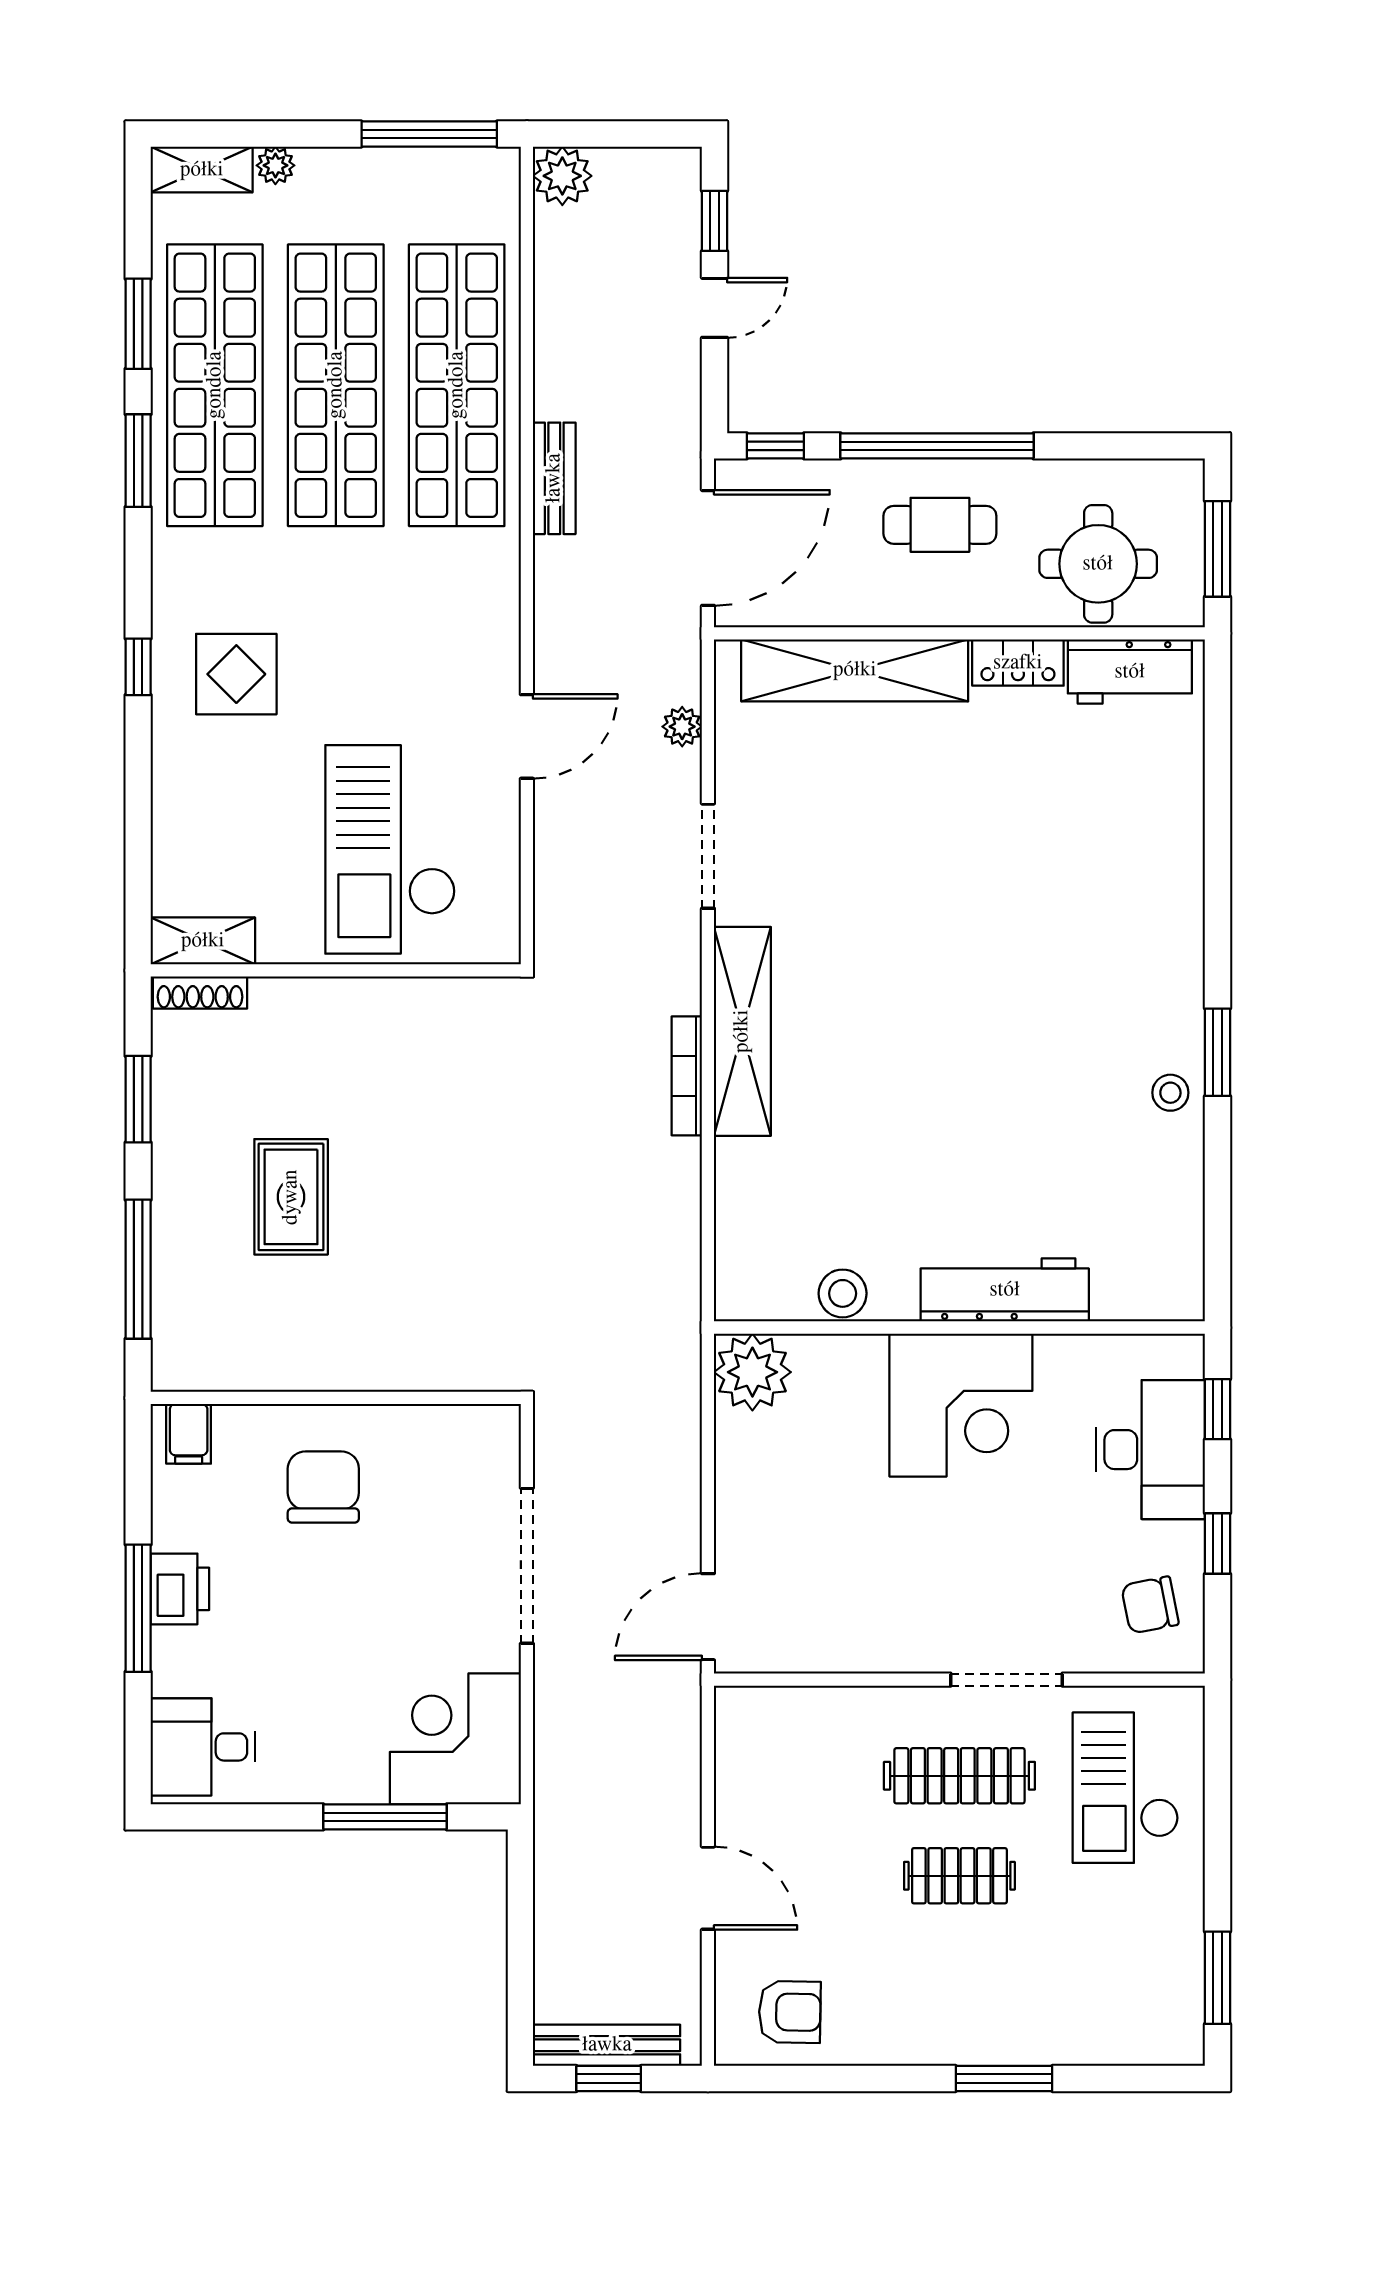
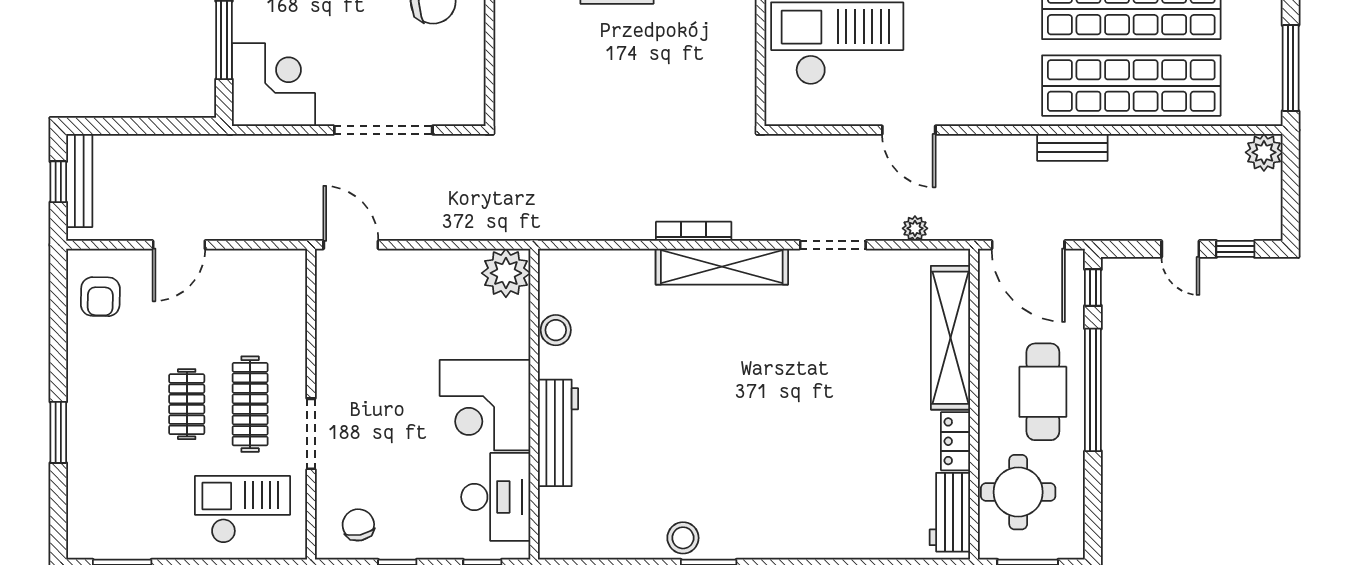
cafe table: (940, 525) -> (1043, 392), width x1.37, depth x1.35
stool: (1170, 1093) -> (683, 538), width x1.37, depth x1.37
desk: (1150, 1450) -> (496, 497), moved, turned -90

